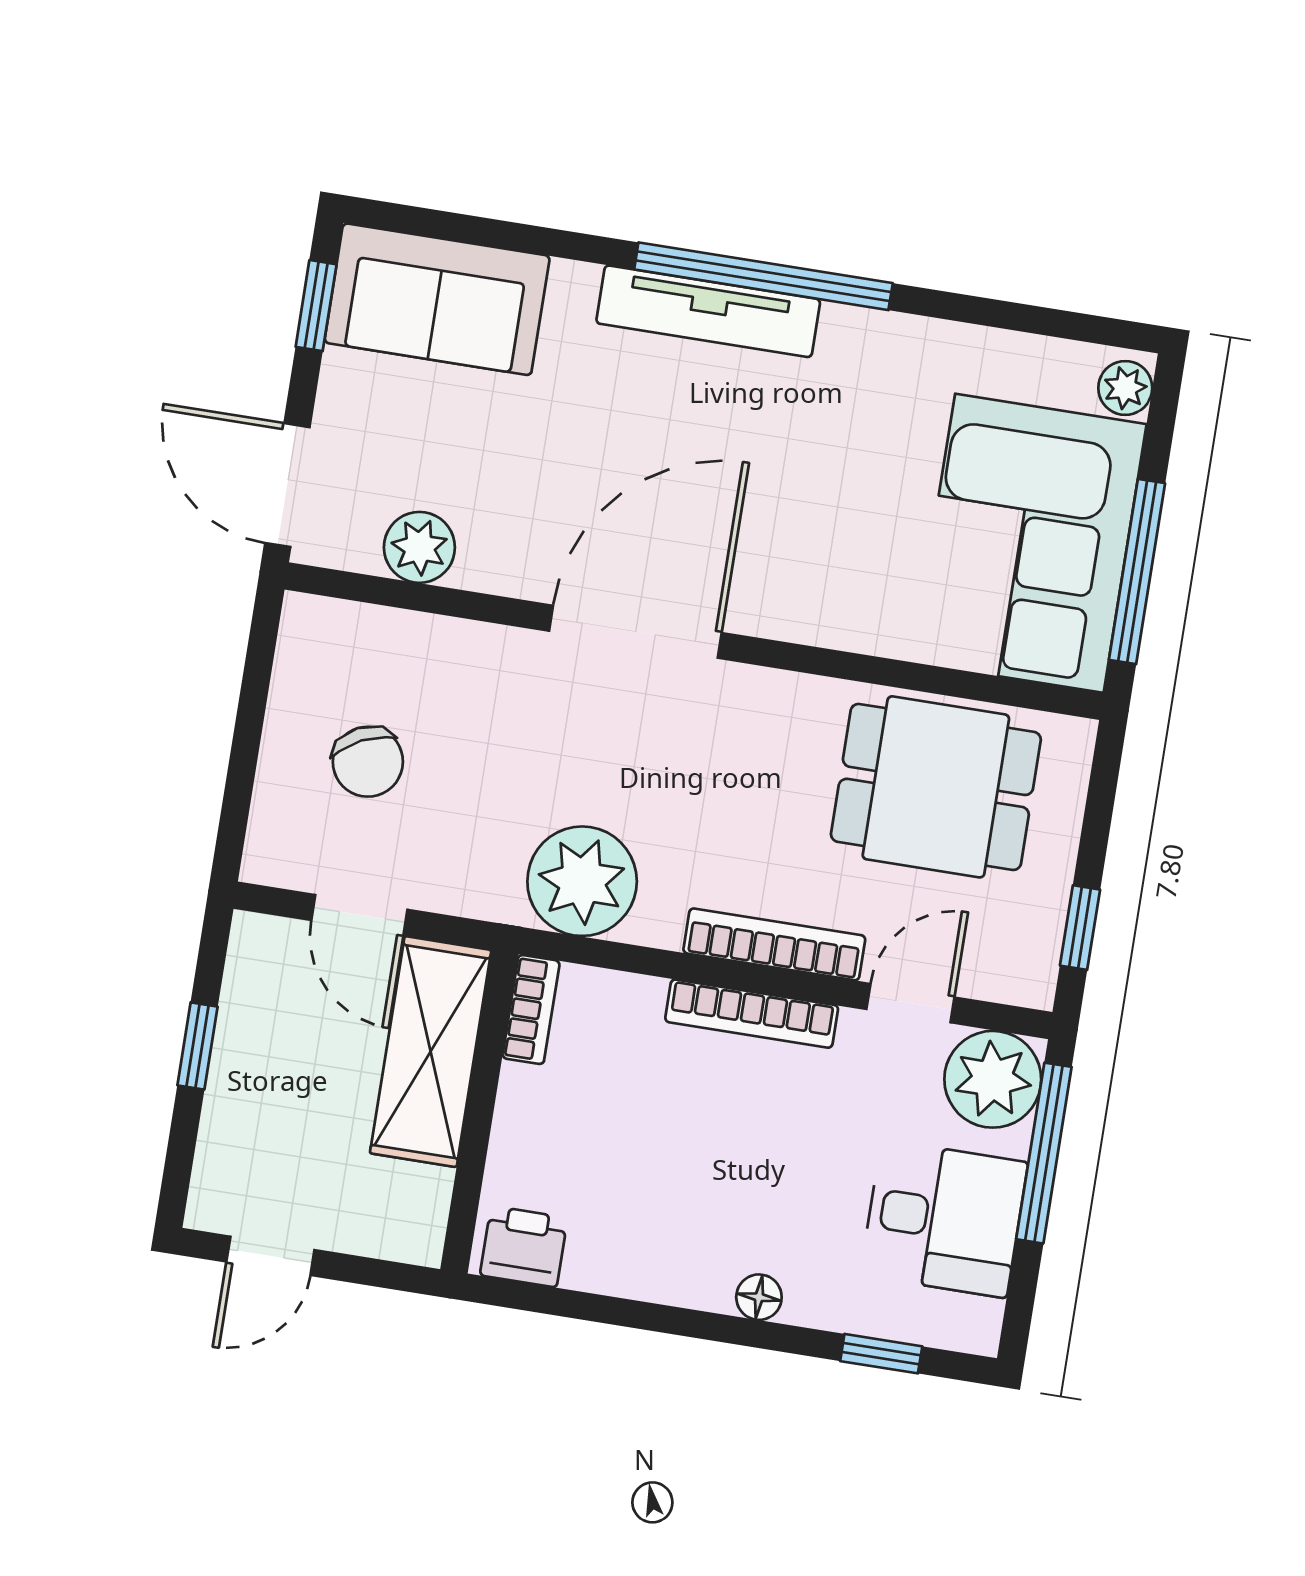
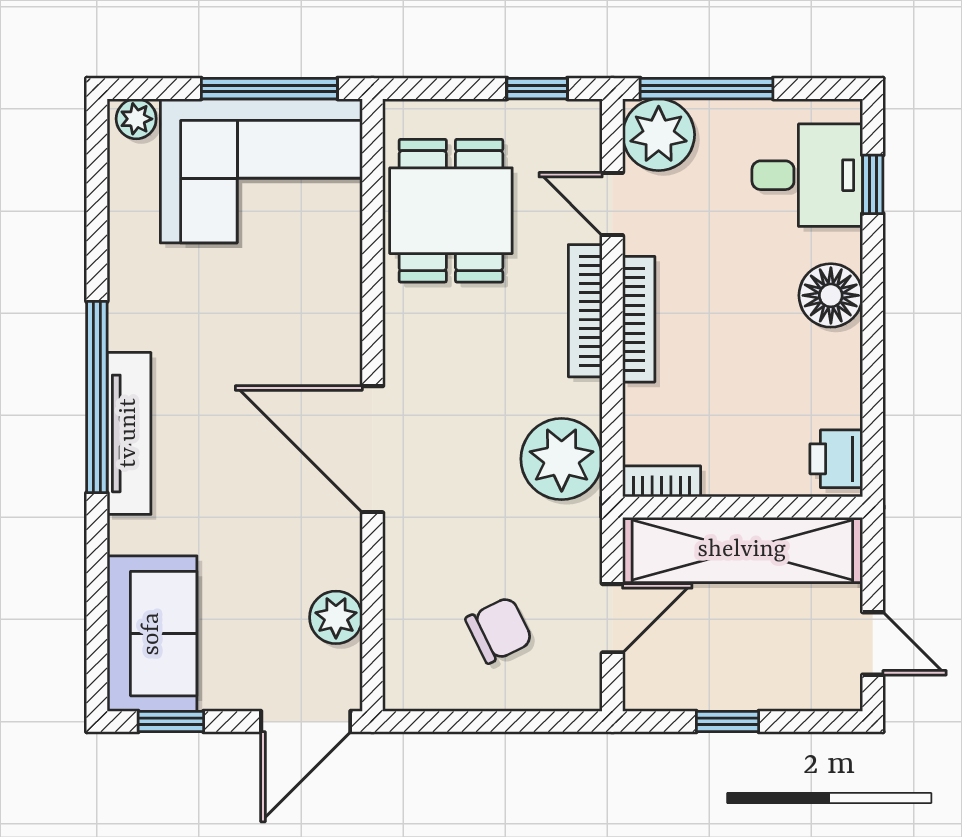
shelving: (431, 1052) -> (742, 550), width x1.47
desk: (944, 1219) -> (807, 175), moved, turned 90
floor lamp: (759, 1297) -> (831, 295), width x1.89, depth x1.89

